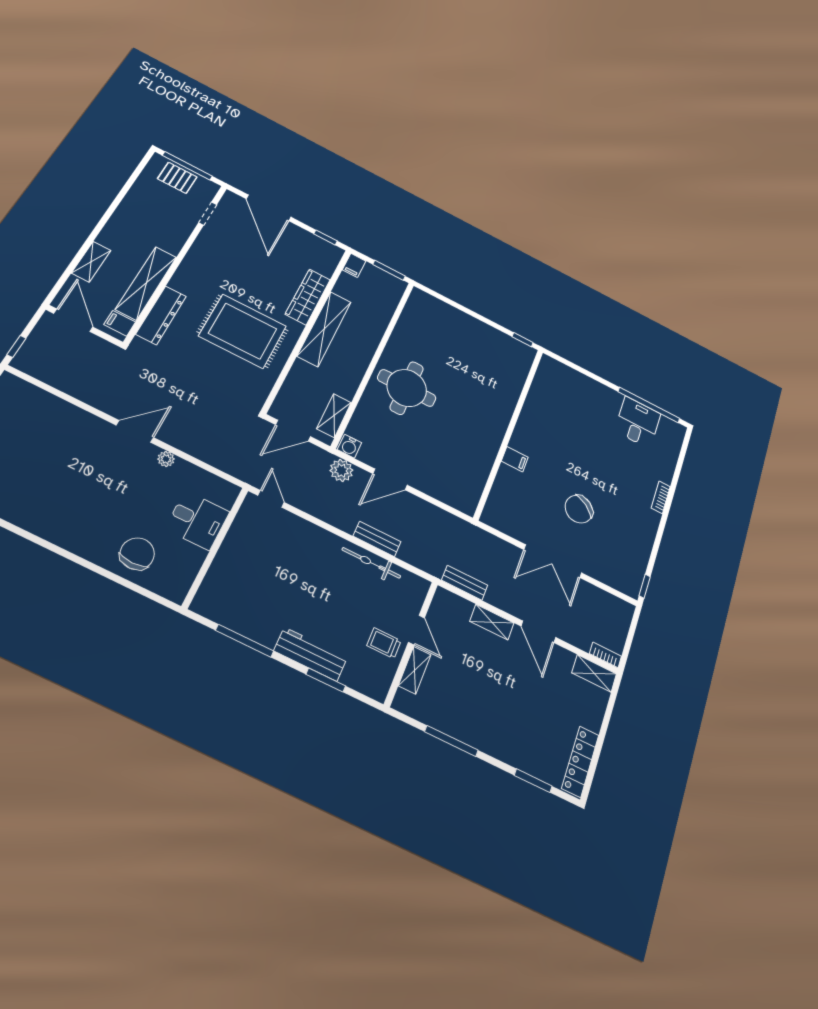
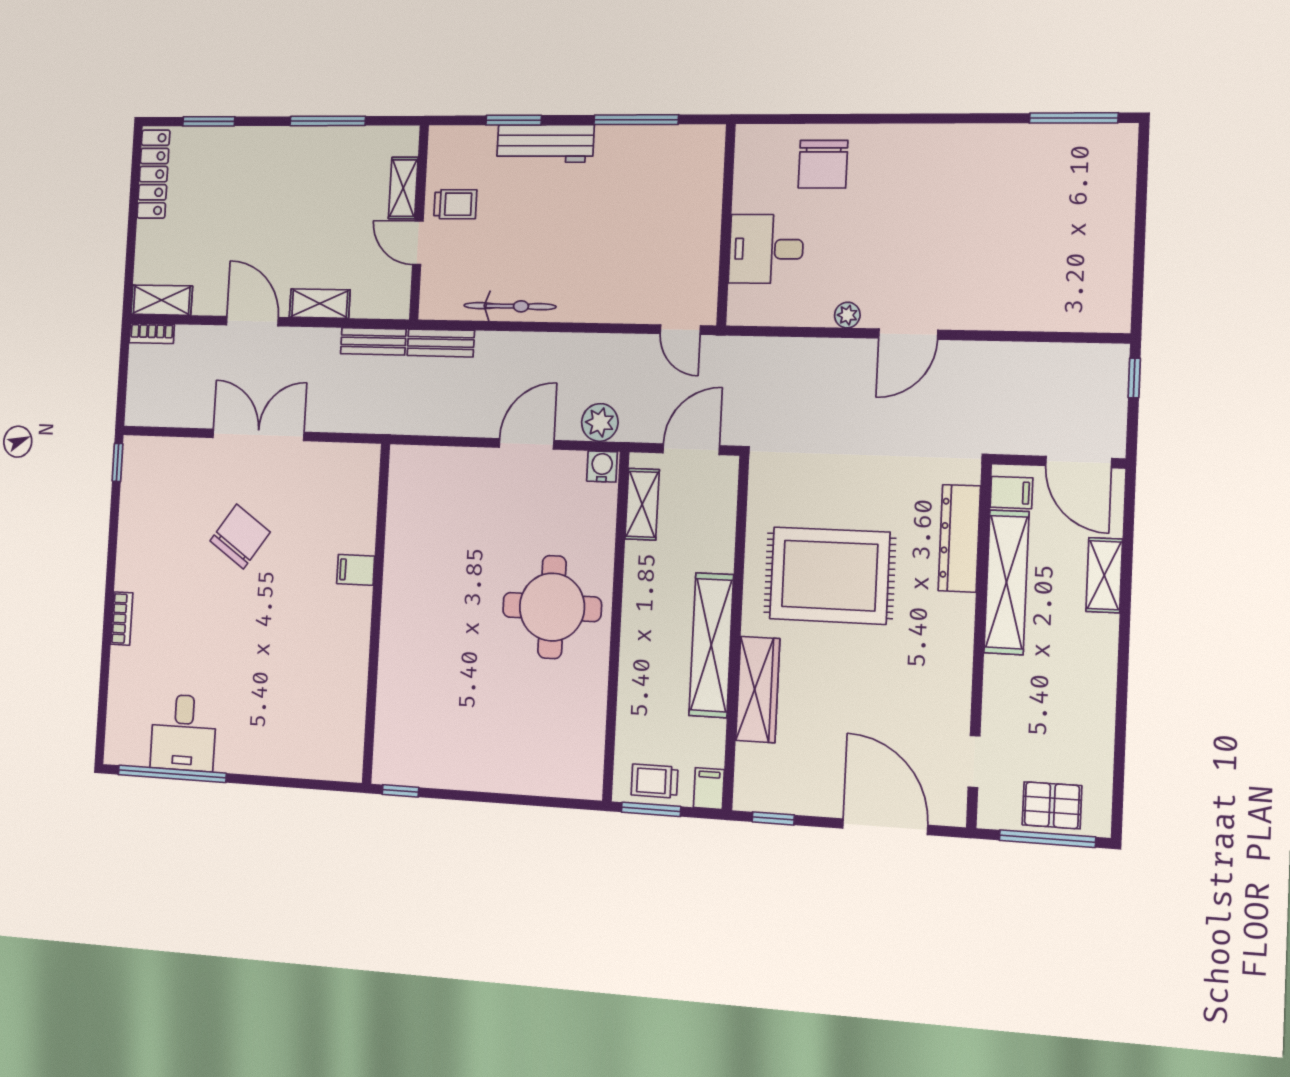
trolley: (382, 282) -> (655, 781), added
bench: (377, 539) -> (441, 343), moved

